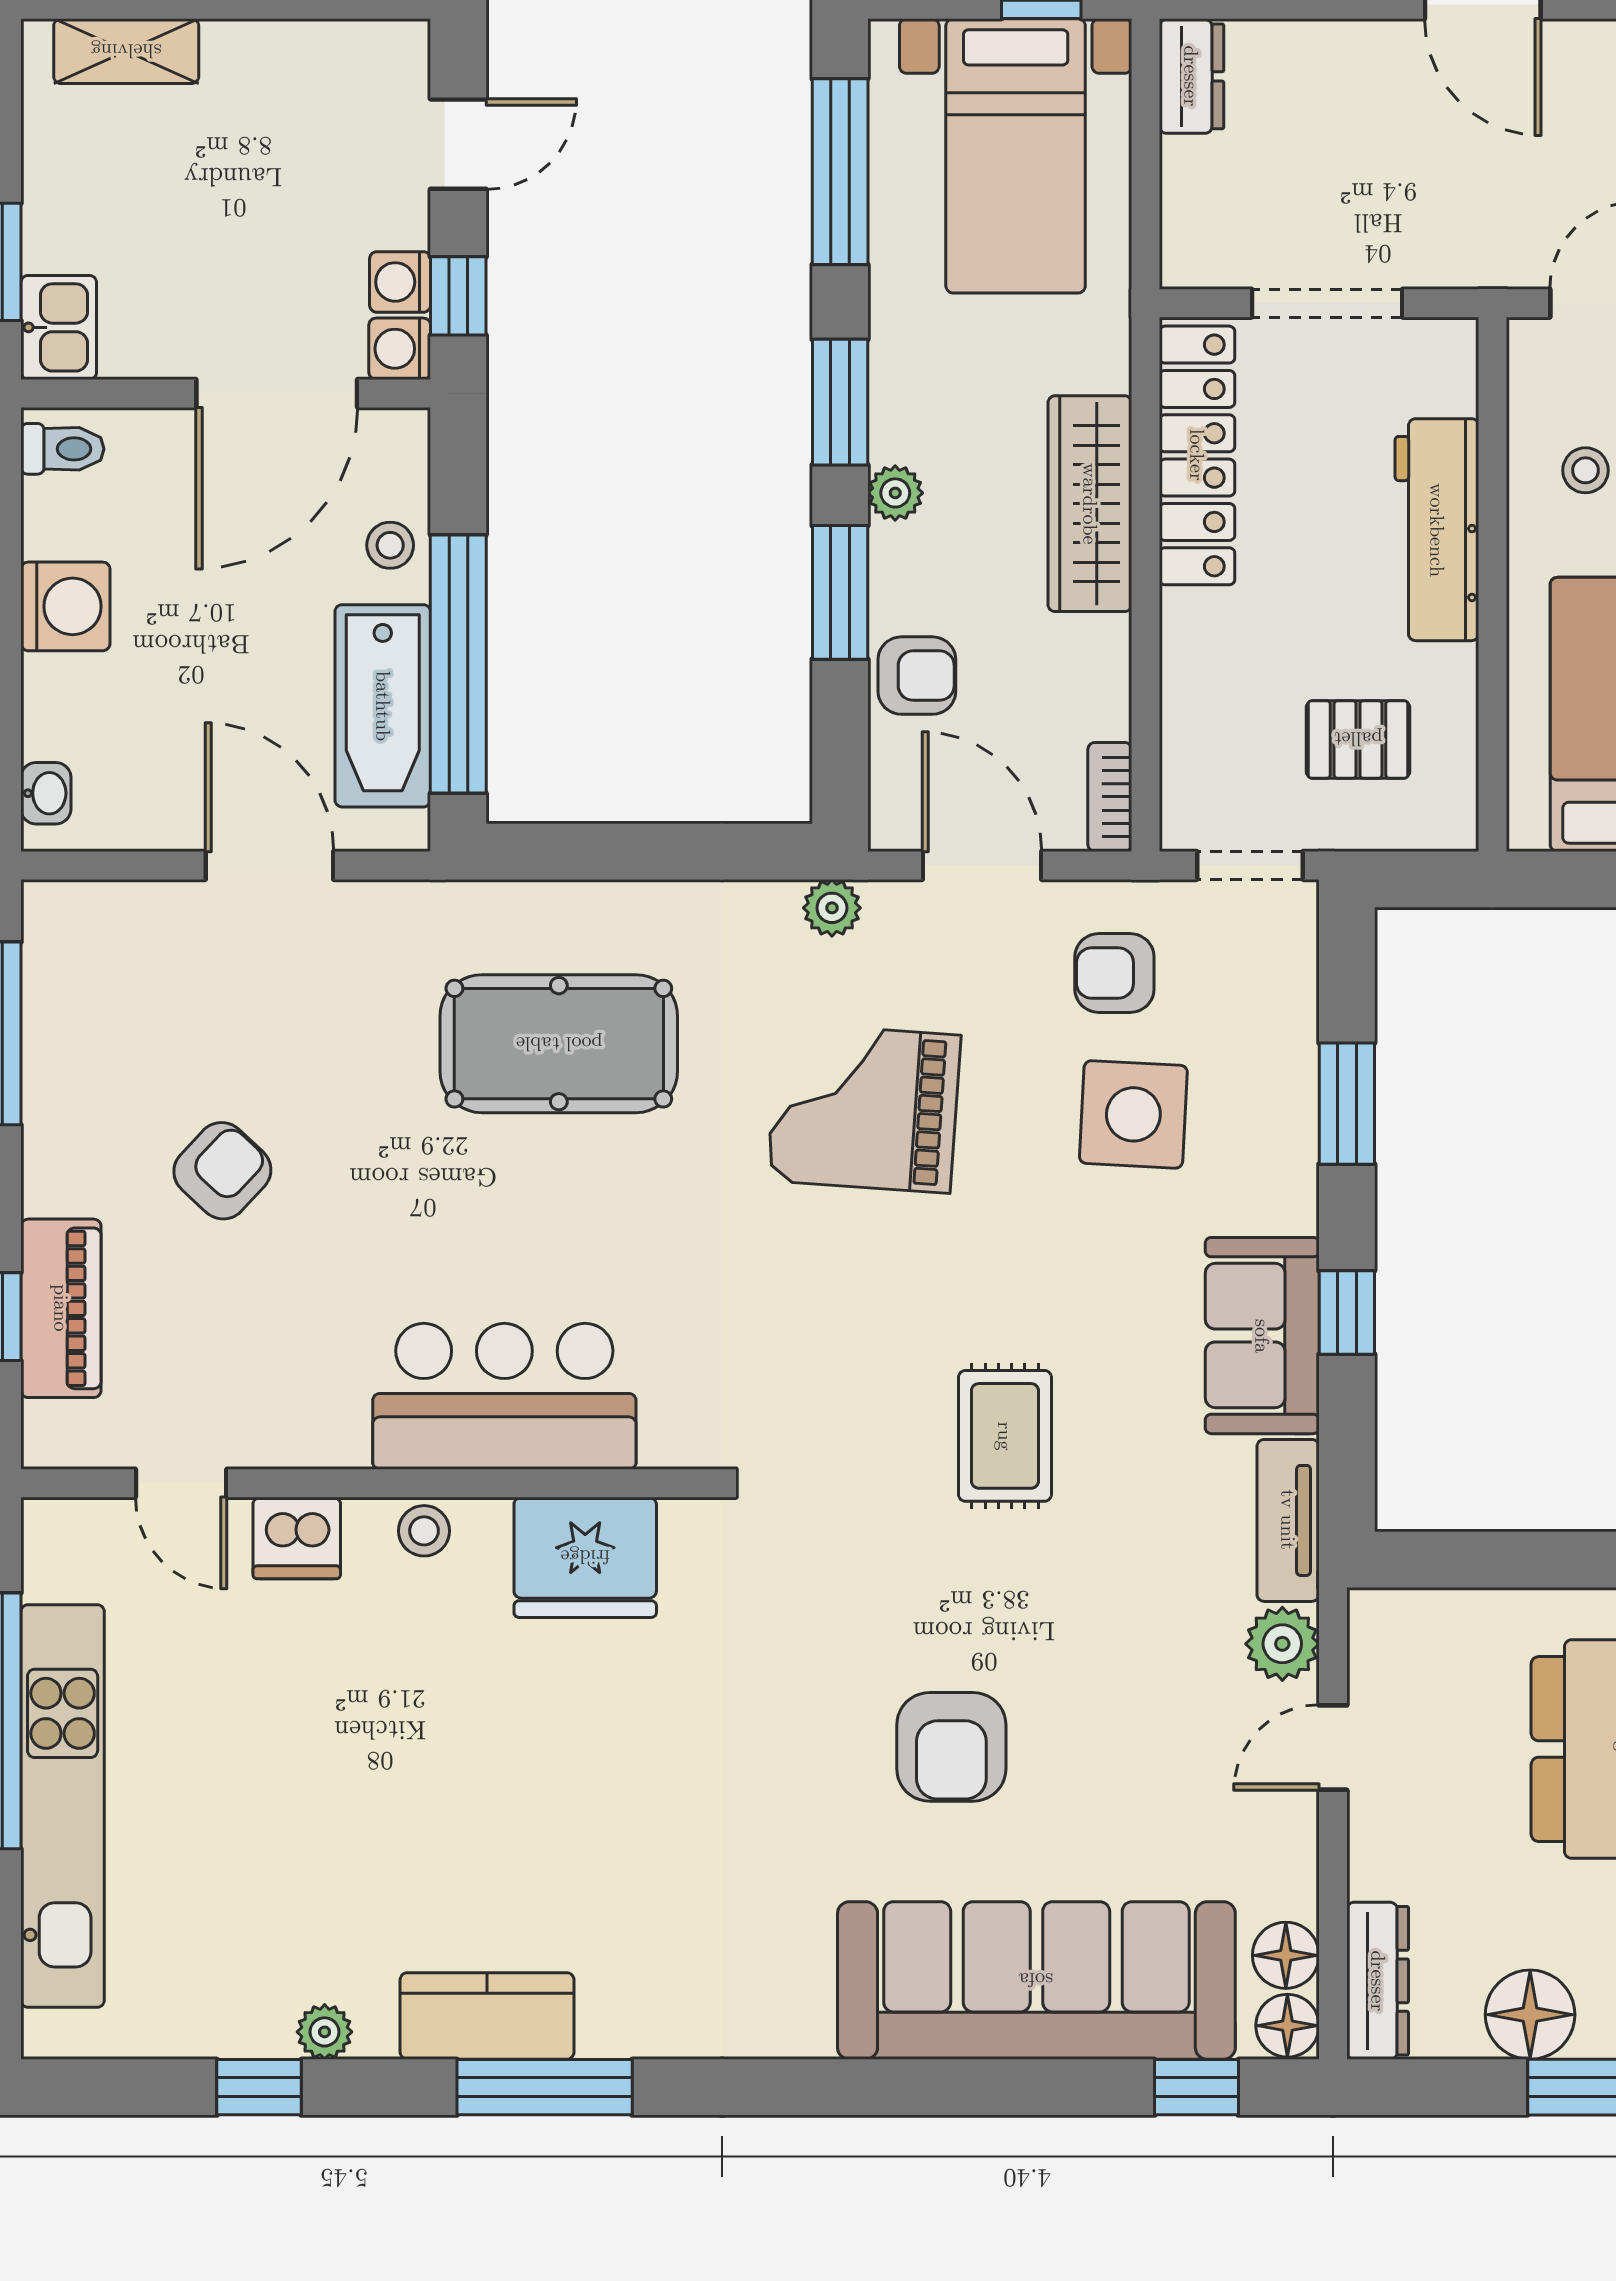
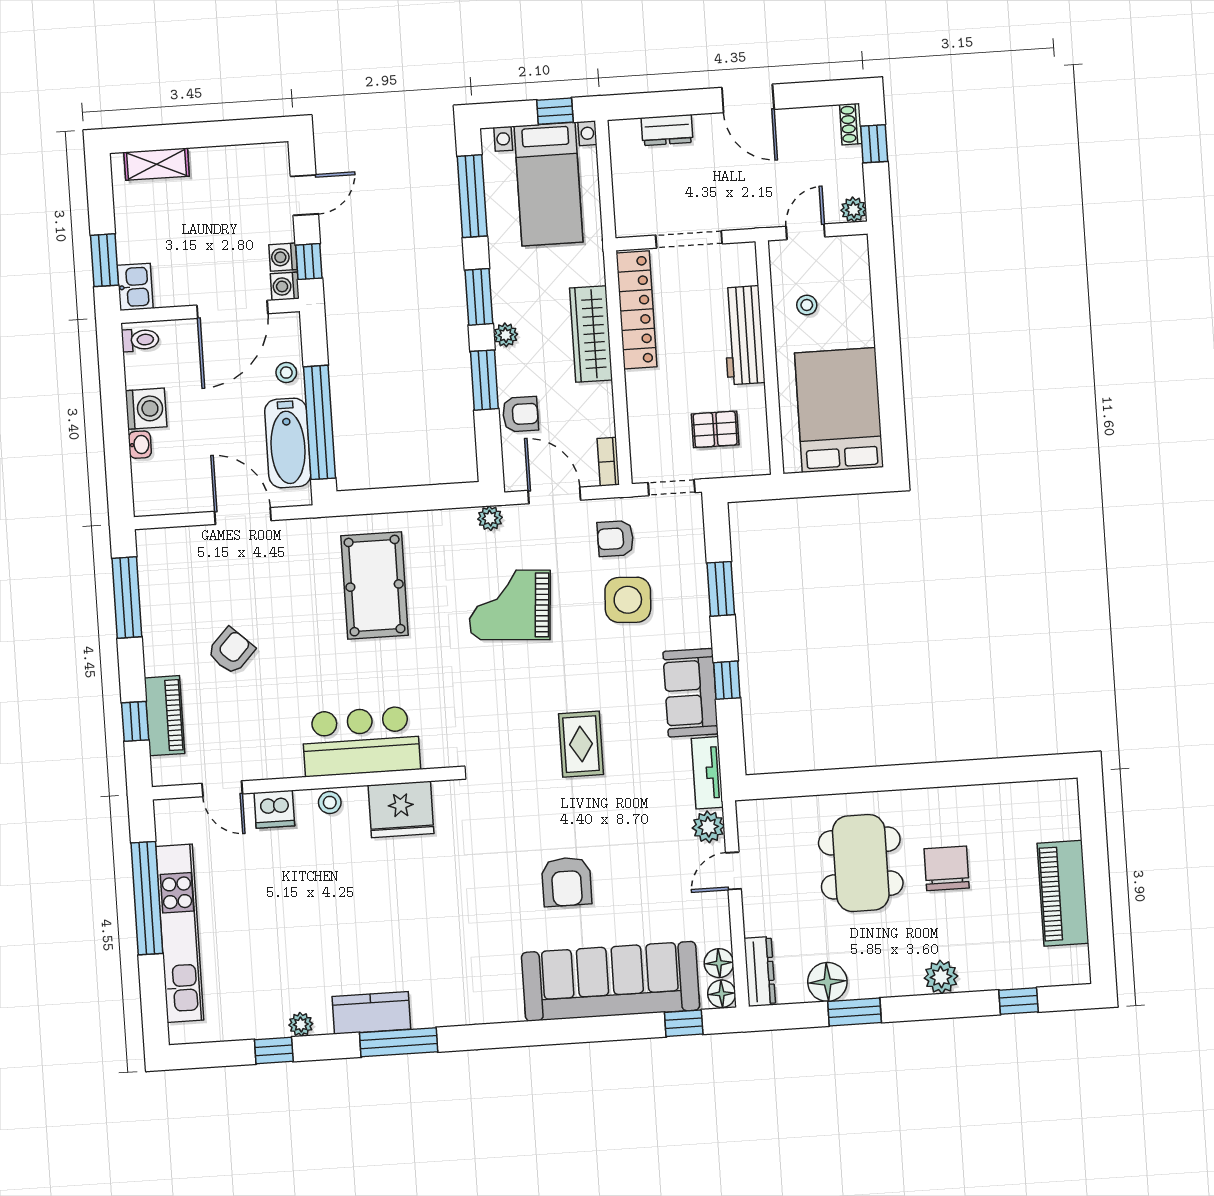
dresser: (1191, 76) -> (667, 130), moved, turned 90
washbasin: (46, 793) -> (140, 445), moved
pool table: (559, 1044) -> (375, 586), turned 90

